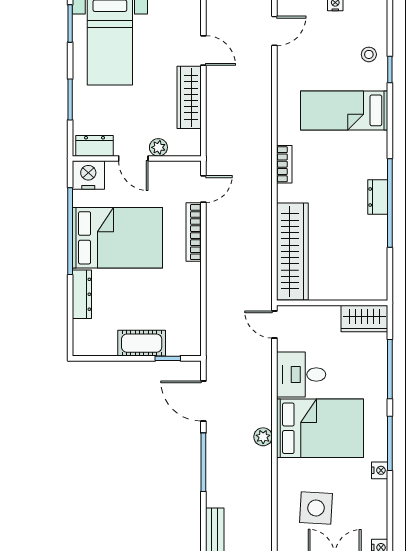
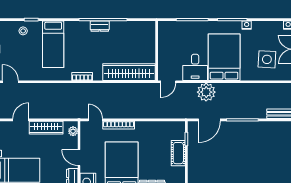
plant: (158, 147) -> (73, 131), moved
door: (133, 158) -> (79, 158), swing flipped
wardrobe: (364, 318) -> (165, 33), removed
plant: (263, 437) -> (206, 92), moved, width x1.88, depth x1.88

